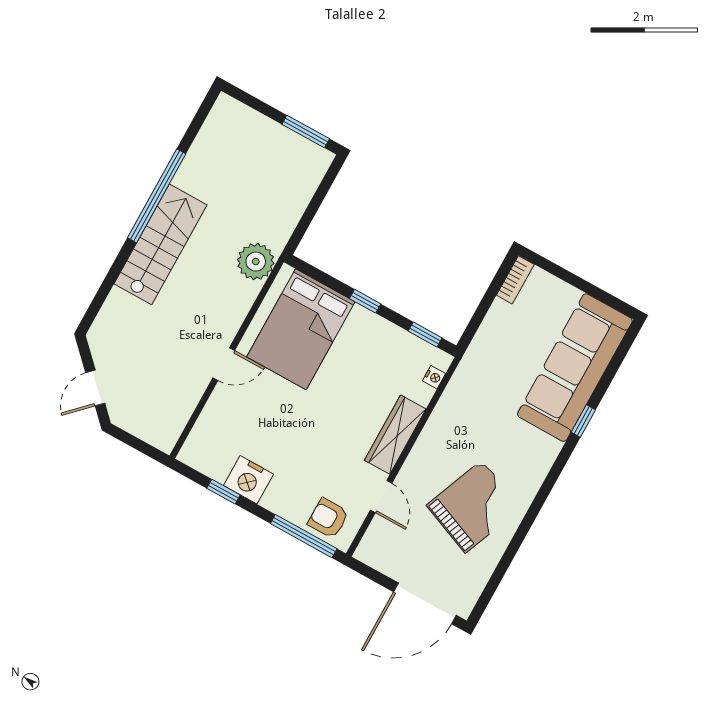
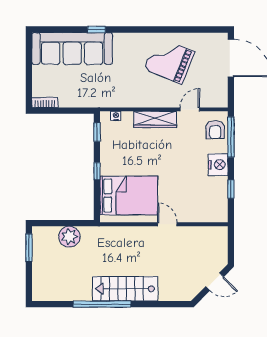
plant: (256, 262) -> (69, 237), moved
nightstand: (249, 480) -> (218, 165), moved

